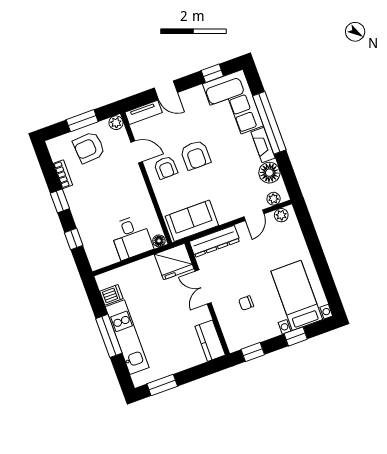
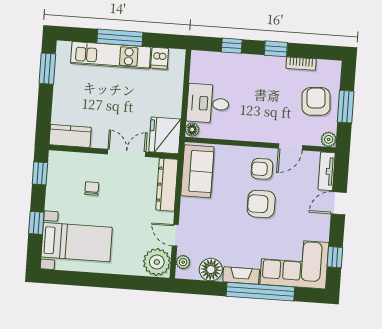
plant: (281, 215) -> (157, 262), width x1.88, depth x1.88

